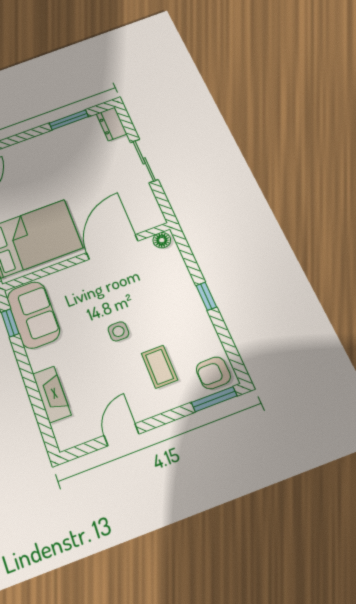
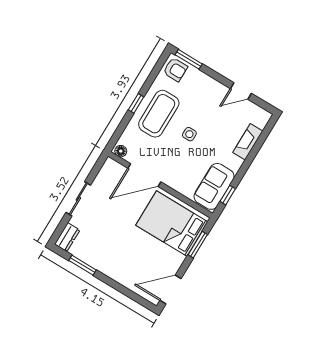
coffee table: (159, 367) -> (159, 114), moved, width x1.86, depth x1.72

